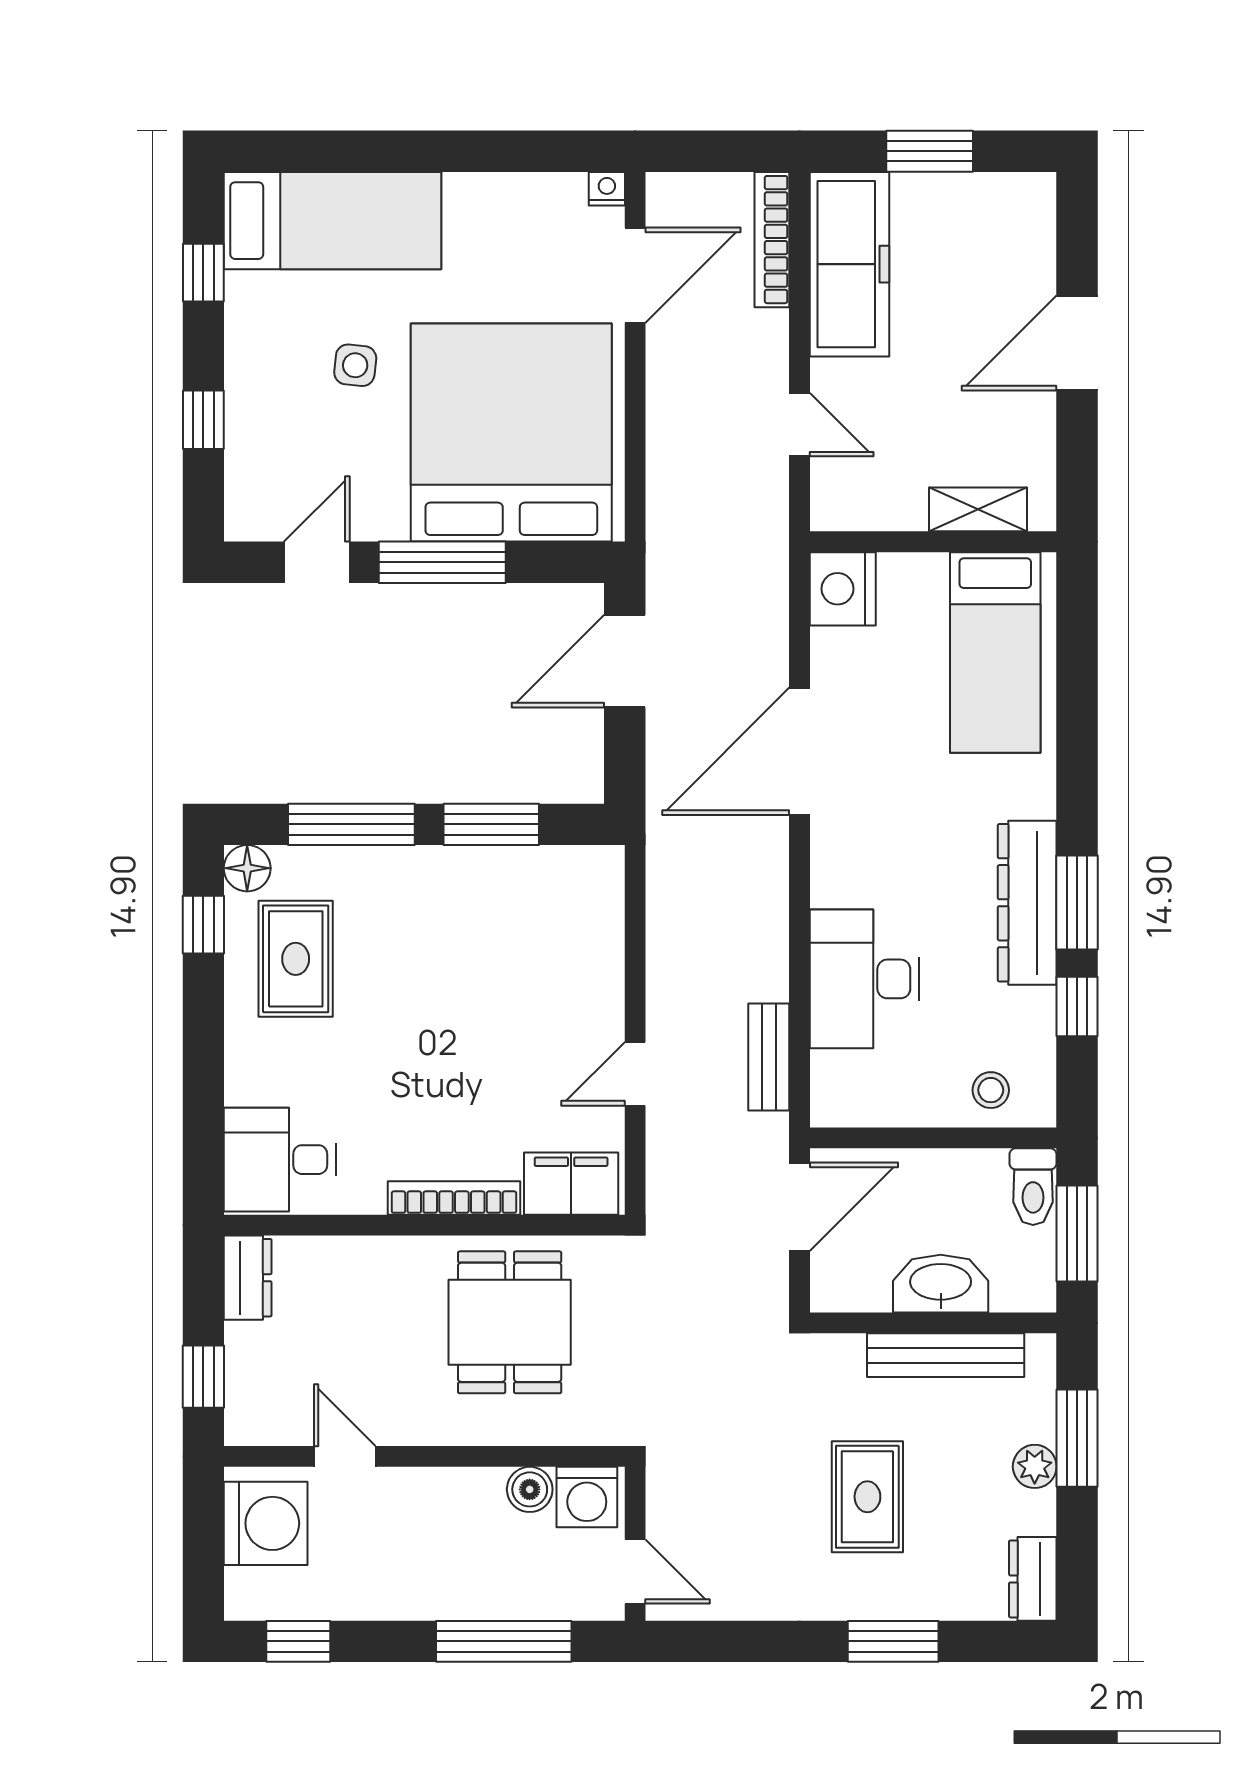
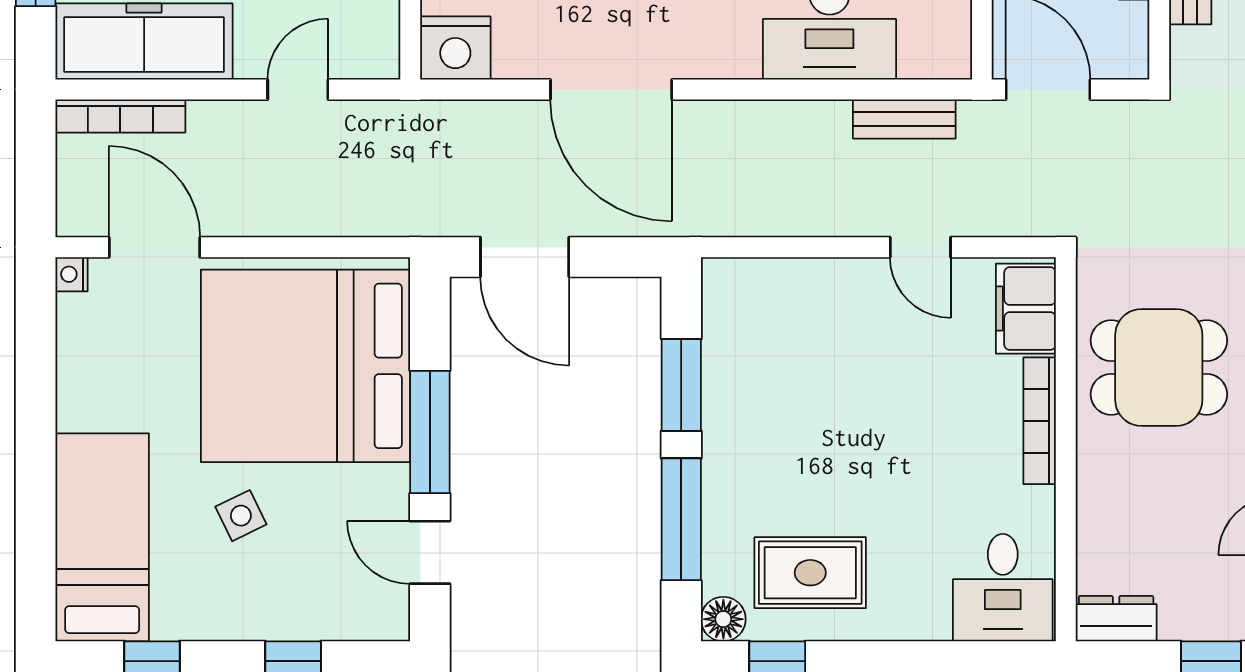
side table: (355, 365) -> (241, 516), turned -32

